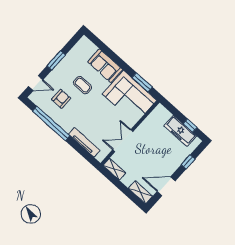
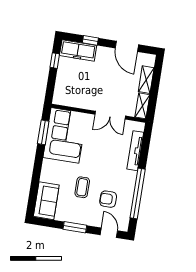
sofa: (105, 66) -> (46, 201), moved
freezer: (180, 131) -> (78, 51), moved, turned 90
shelving: (140, 192) -> (146, 80), moved

